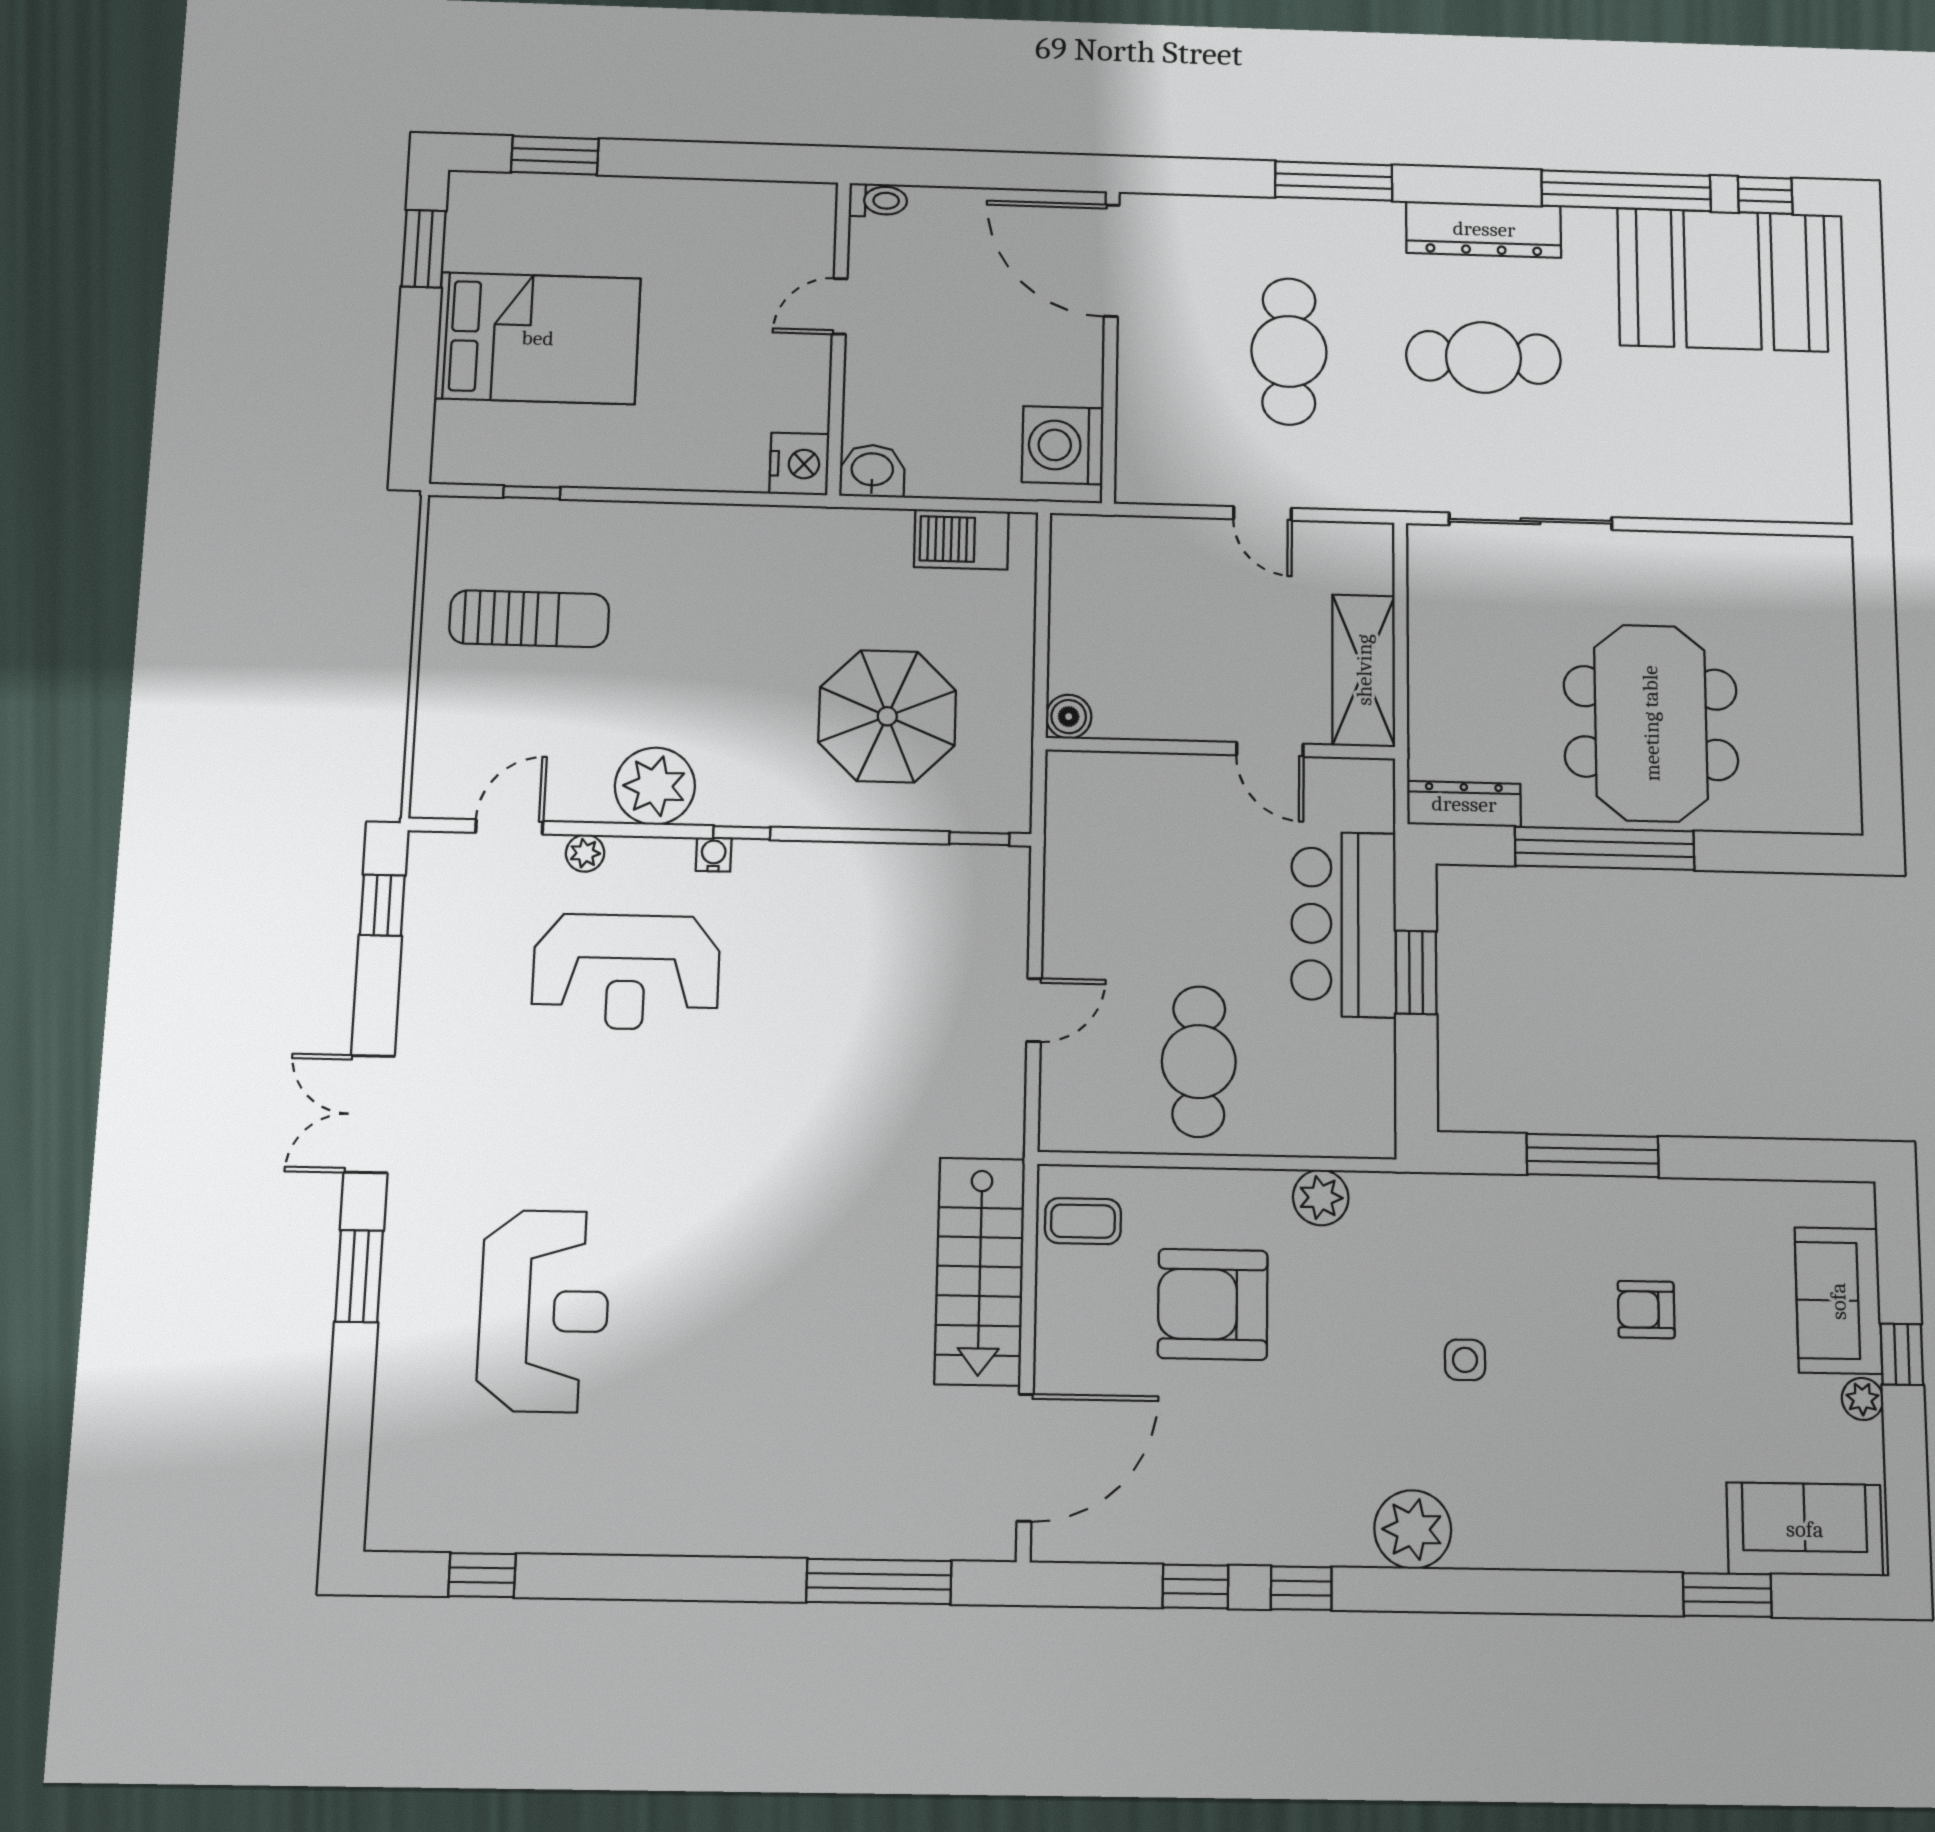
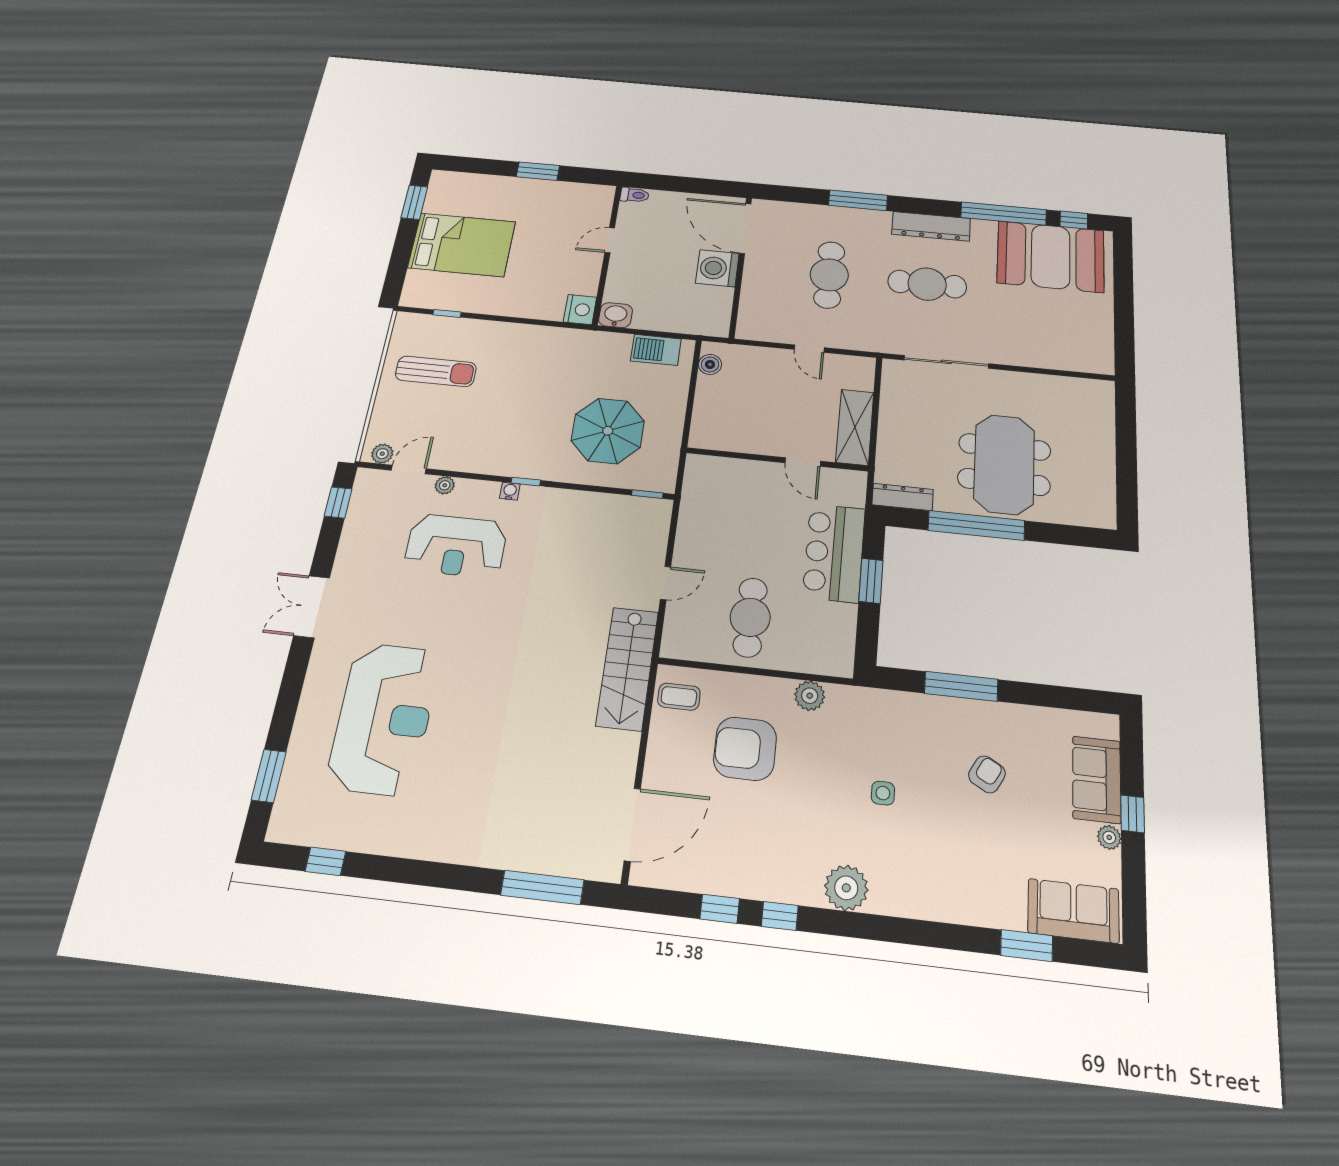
window: (555, 155) -> (538, 171), moved
washing machine: (1063, 445) -> (717, 268), moved
boiler: (1069, 717) -> (710, 364), moved
plant: (655, 786) -> (382, 454), moved, width x0.53, depth x0.53
stairs: (980, 1271) -> (627, 668), moved
window: (359, 1276) -> (269, 776), moved
armchair: (1646, 1310) -> (987, 774), turned 119
reception desk: (544, 1311) -> (384, 718), width x1.36, depth x1.30

